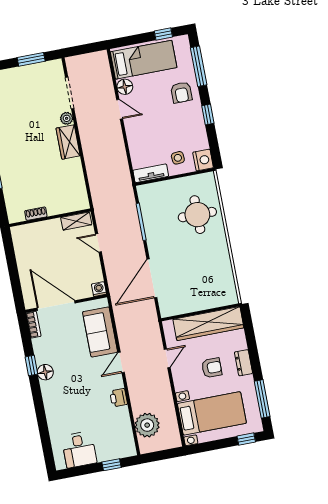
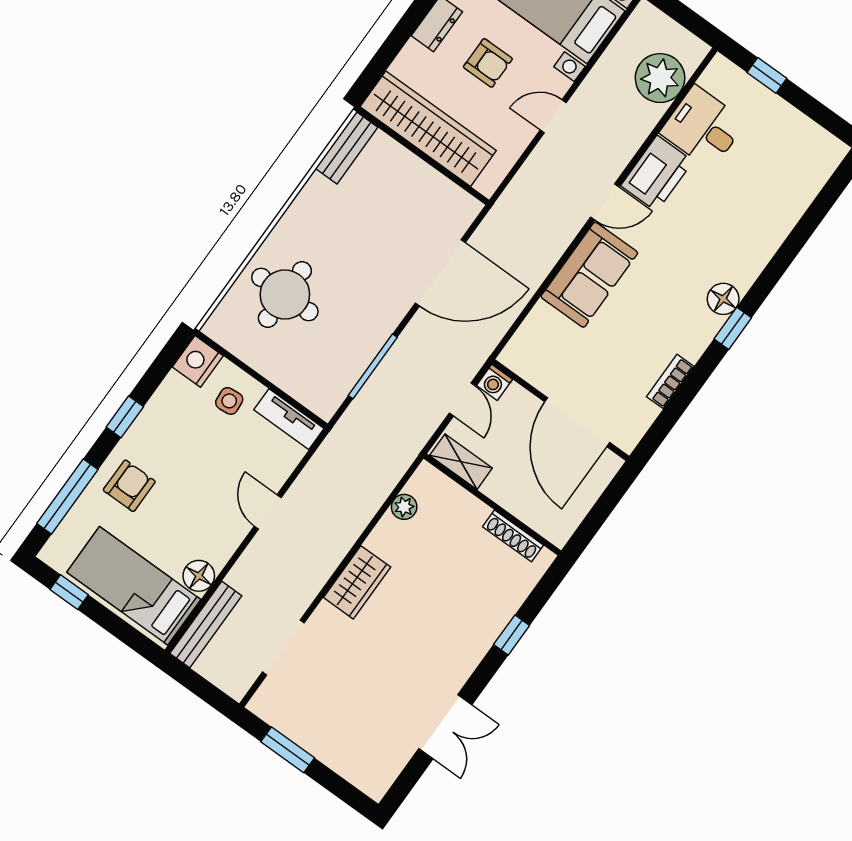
bench: (105, 73) -> (206, 625), added
door: (120, 109) -> (268, 512), moved
plant: (67, 118) -> (404, 507), moved
shoe rack: (36, 214) -> (513, 536), width x1.43
bench: (229, 287) -> (347, 148), added
washing machine: (99, 289) -> (495, 382), moved
wall: (66, 304) -> (560, 410), moved
door: (56, 305) -> (577, 422), moved
door: (167, 358) -> (553, 116), moved
armchair: (212, 368) -> (488, 63), turned 180
printer: (119, 398) -> (657, 173), width x1.87, depth x1.48
desk: (79, 450) -> (703, 127), moved, turned -90

